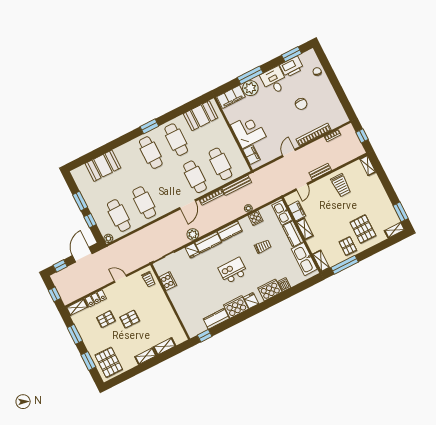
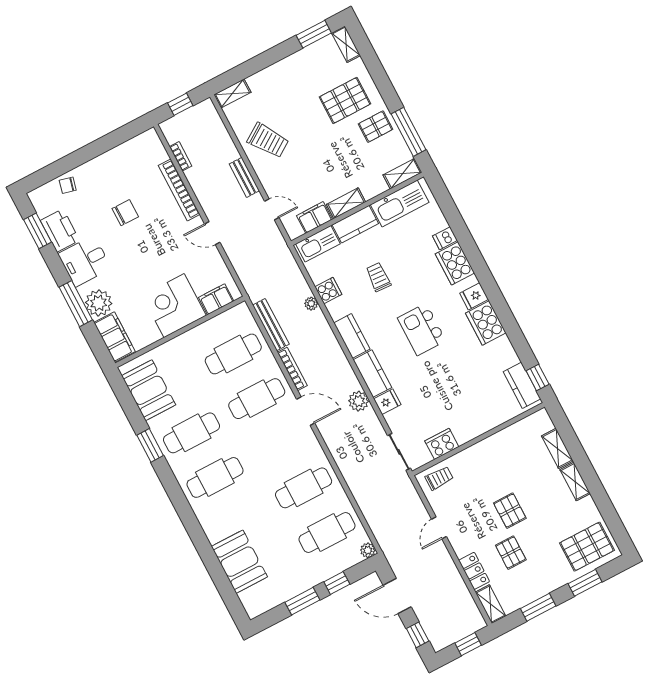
window: (149, 126) -> (150, 445), moved
trolley: (341, 185) -> (268, 140), turned 56
kitchen counter: (216, 319) -> (522, 385), moved

